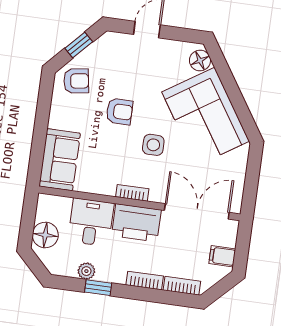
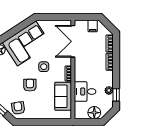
sofa: (60, 160) -> (63, 96), moved, turned -90
printer: (136, 223) -> (82, 70), removed
window: (98, 288) -> (116, 95), moved

